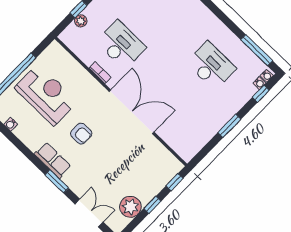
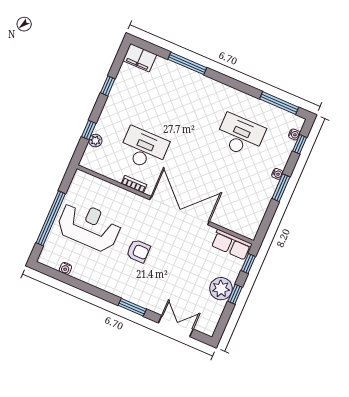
water cooler: (267, 76) -> (277, 174), moved
row of seats: (53, 160) -> (231, 245), moved, turned 180
plant: (130, 207) -> (221, 289), moved

